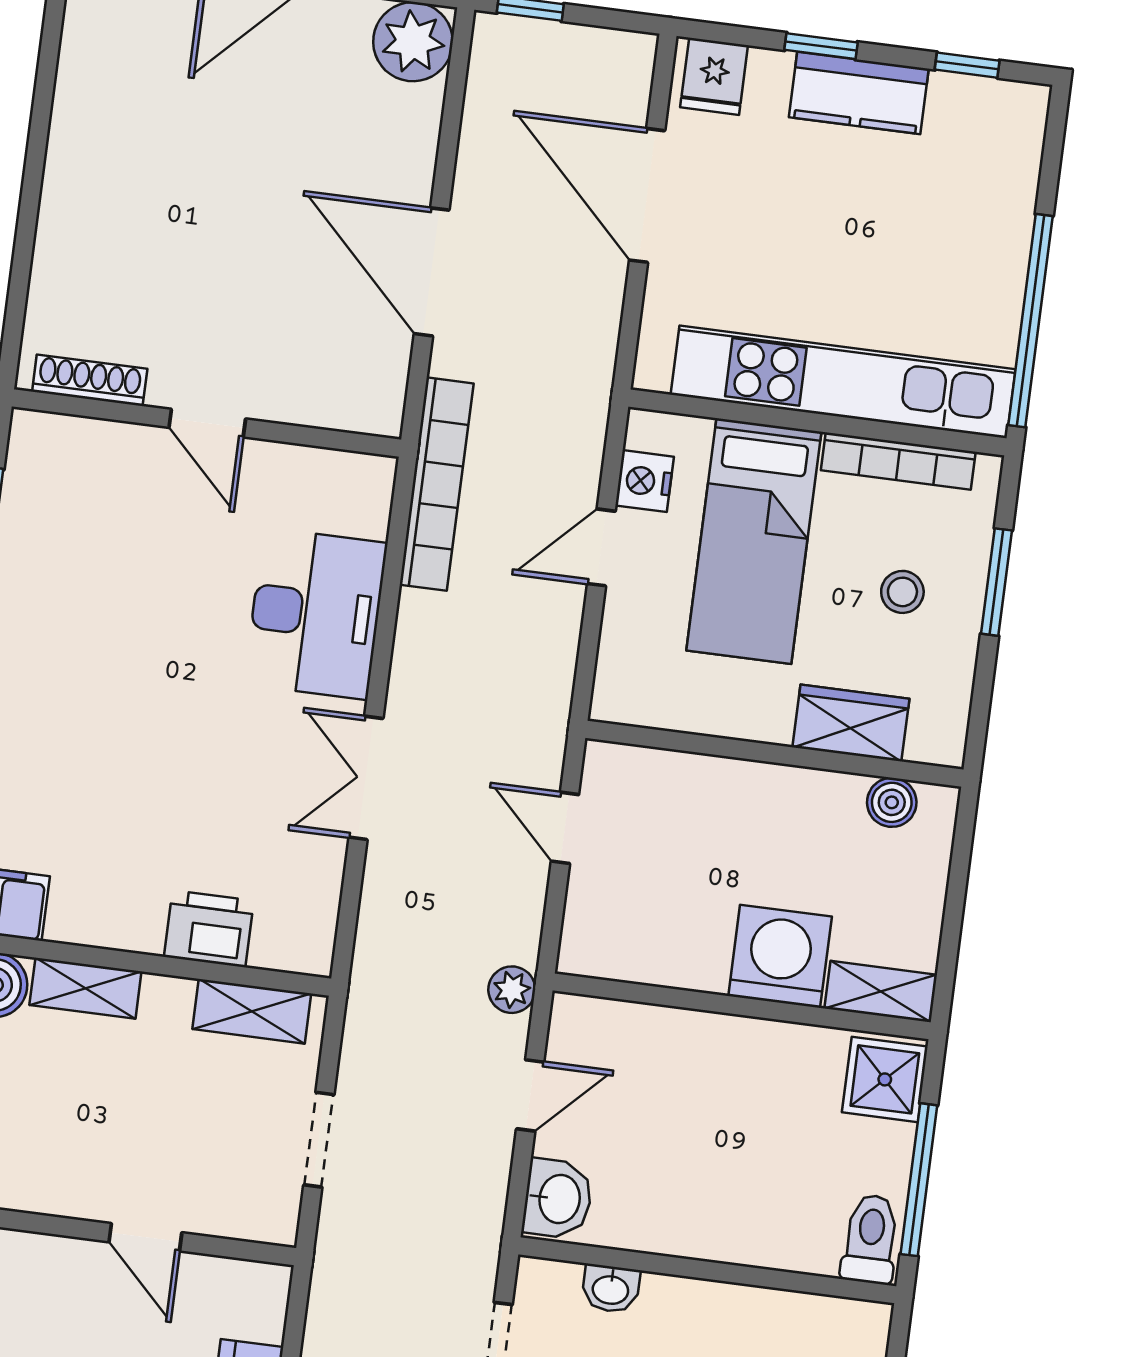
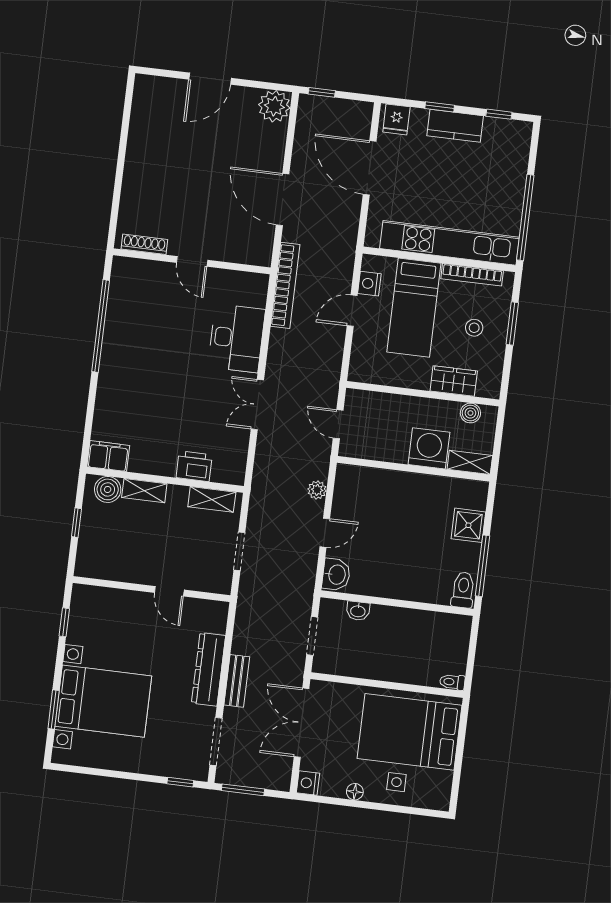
washing machine: (780, 956) -> (429, 448), moved
shelving: (881, 992) -> (470, 462), moved
wall: (742, 1006) -> (414, 469), moved

